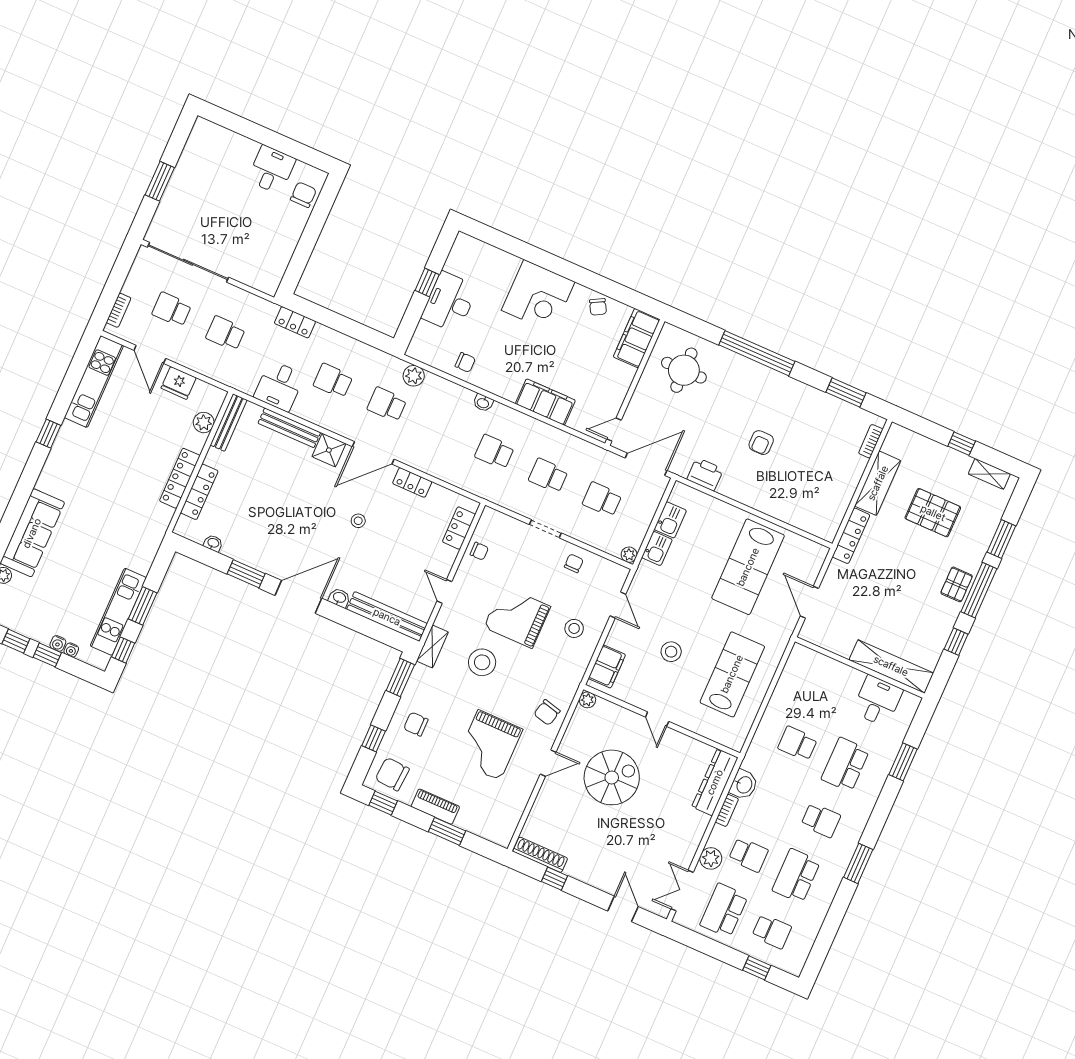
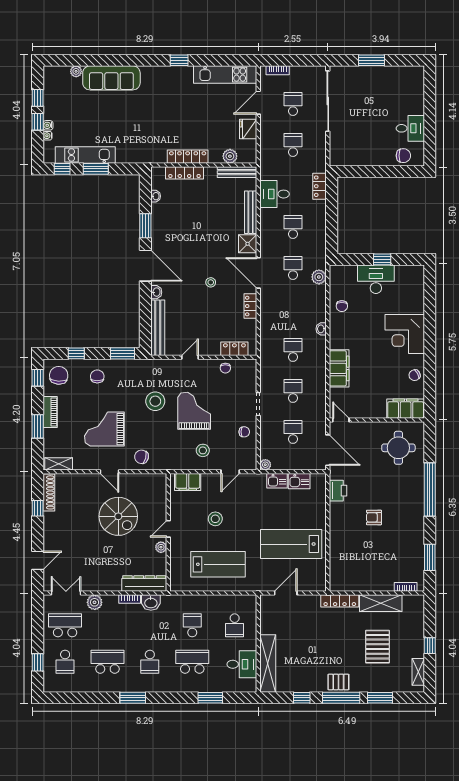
shelving: (432, 646) -> (59, 464), moved
plant: (587, 700) -> (161, 547), moved
school desk: (748, 855) -> (235, 625), moved

